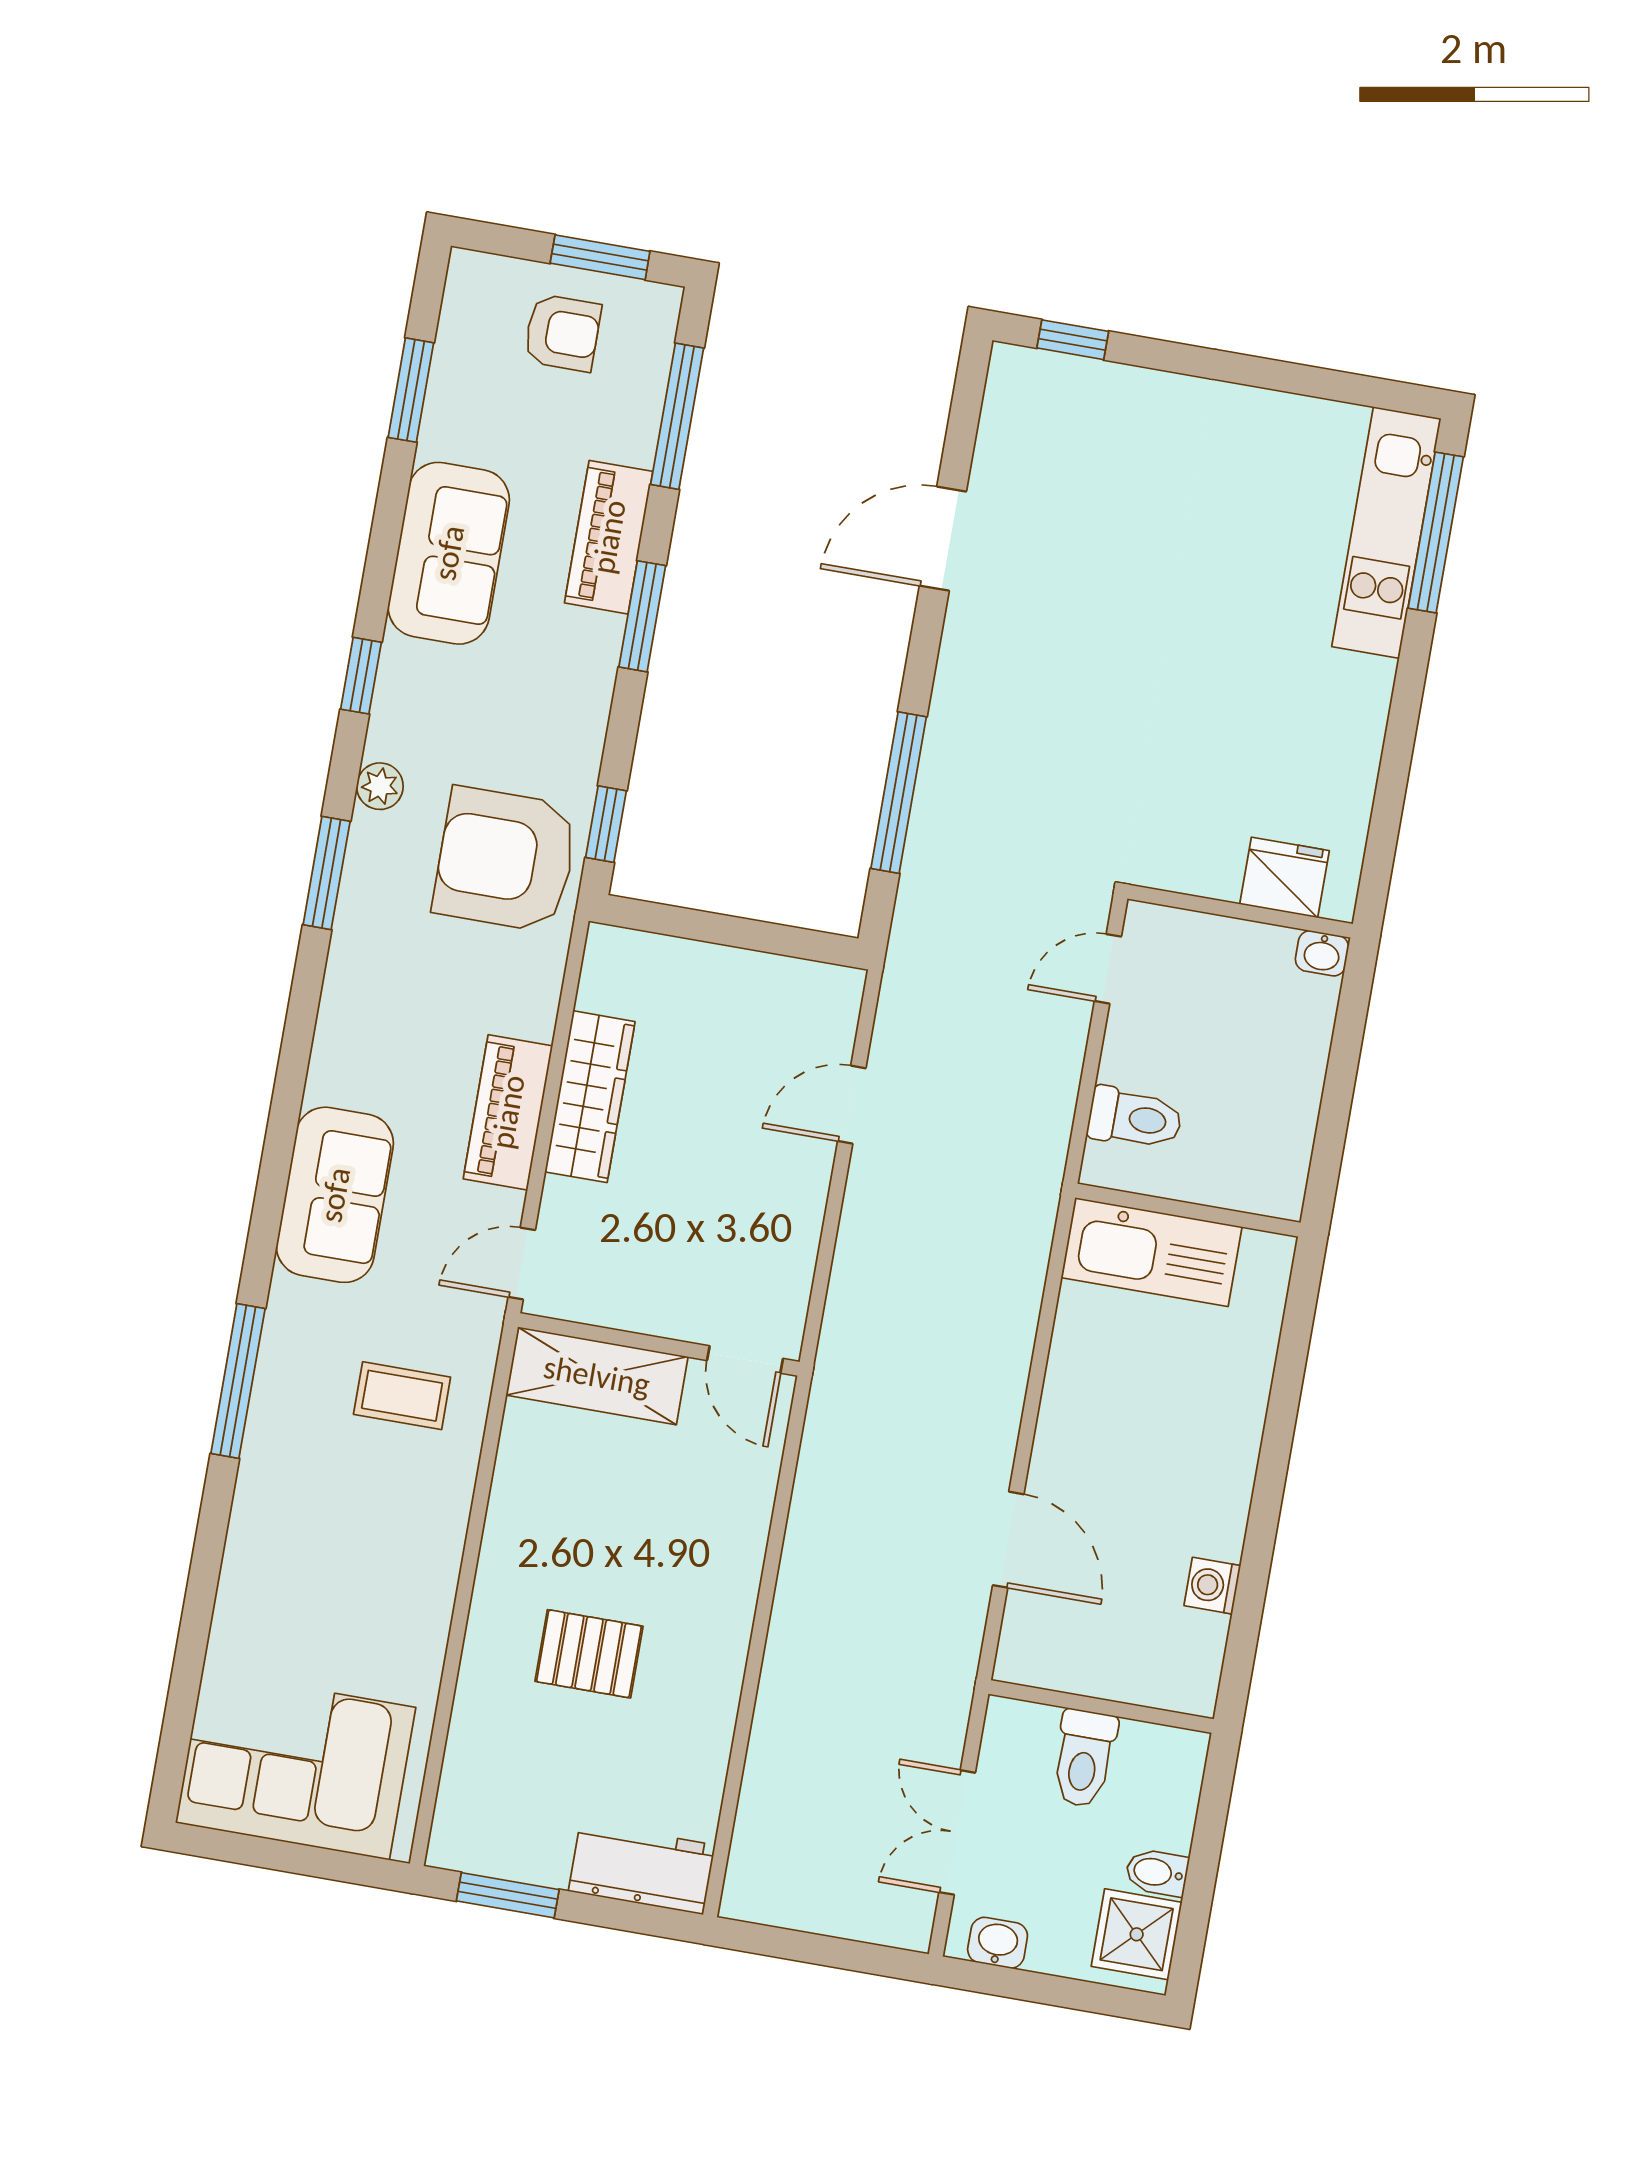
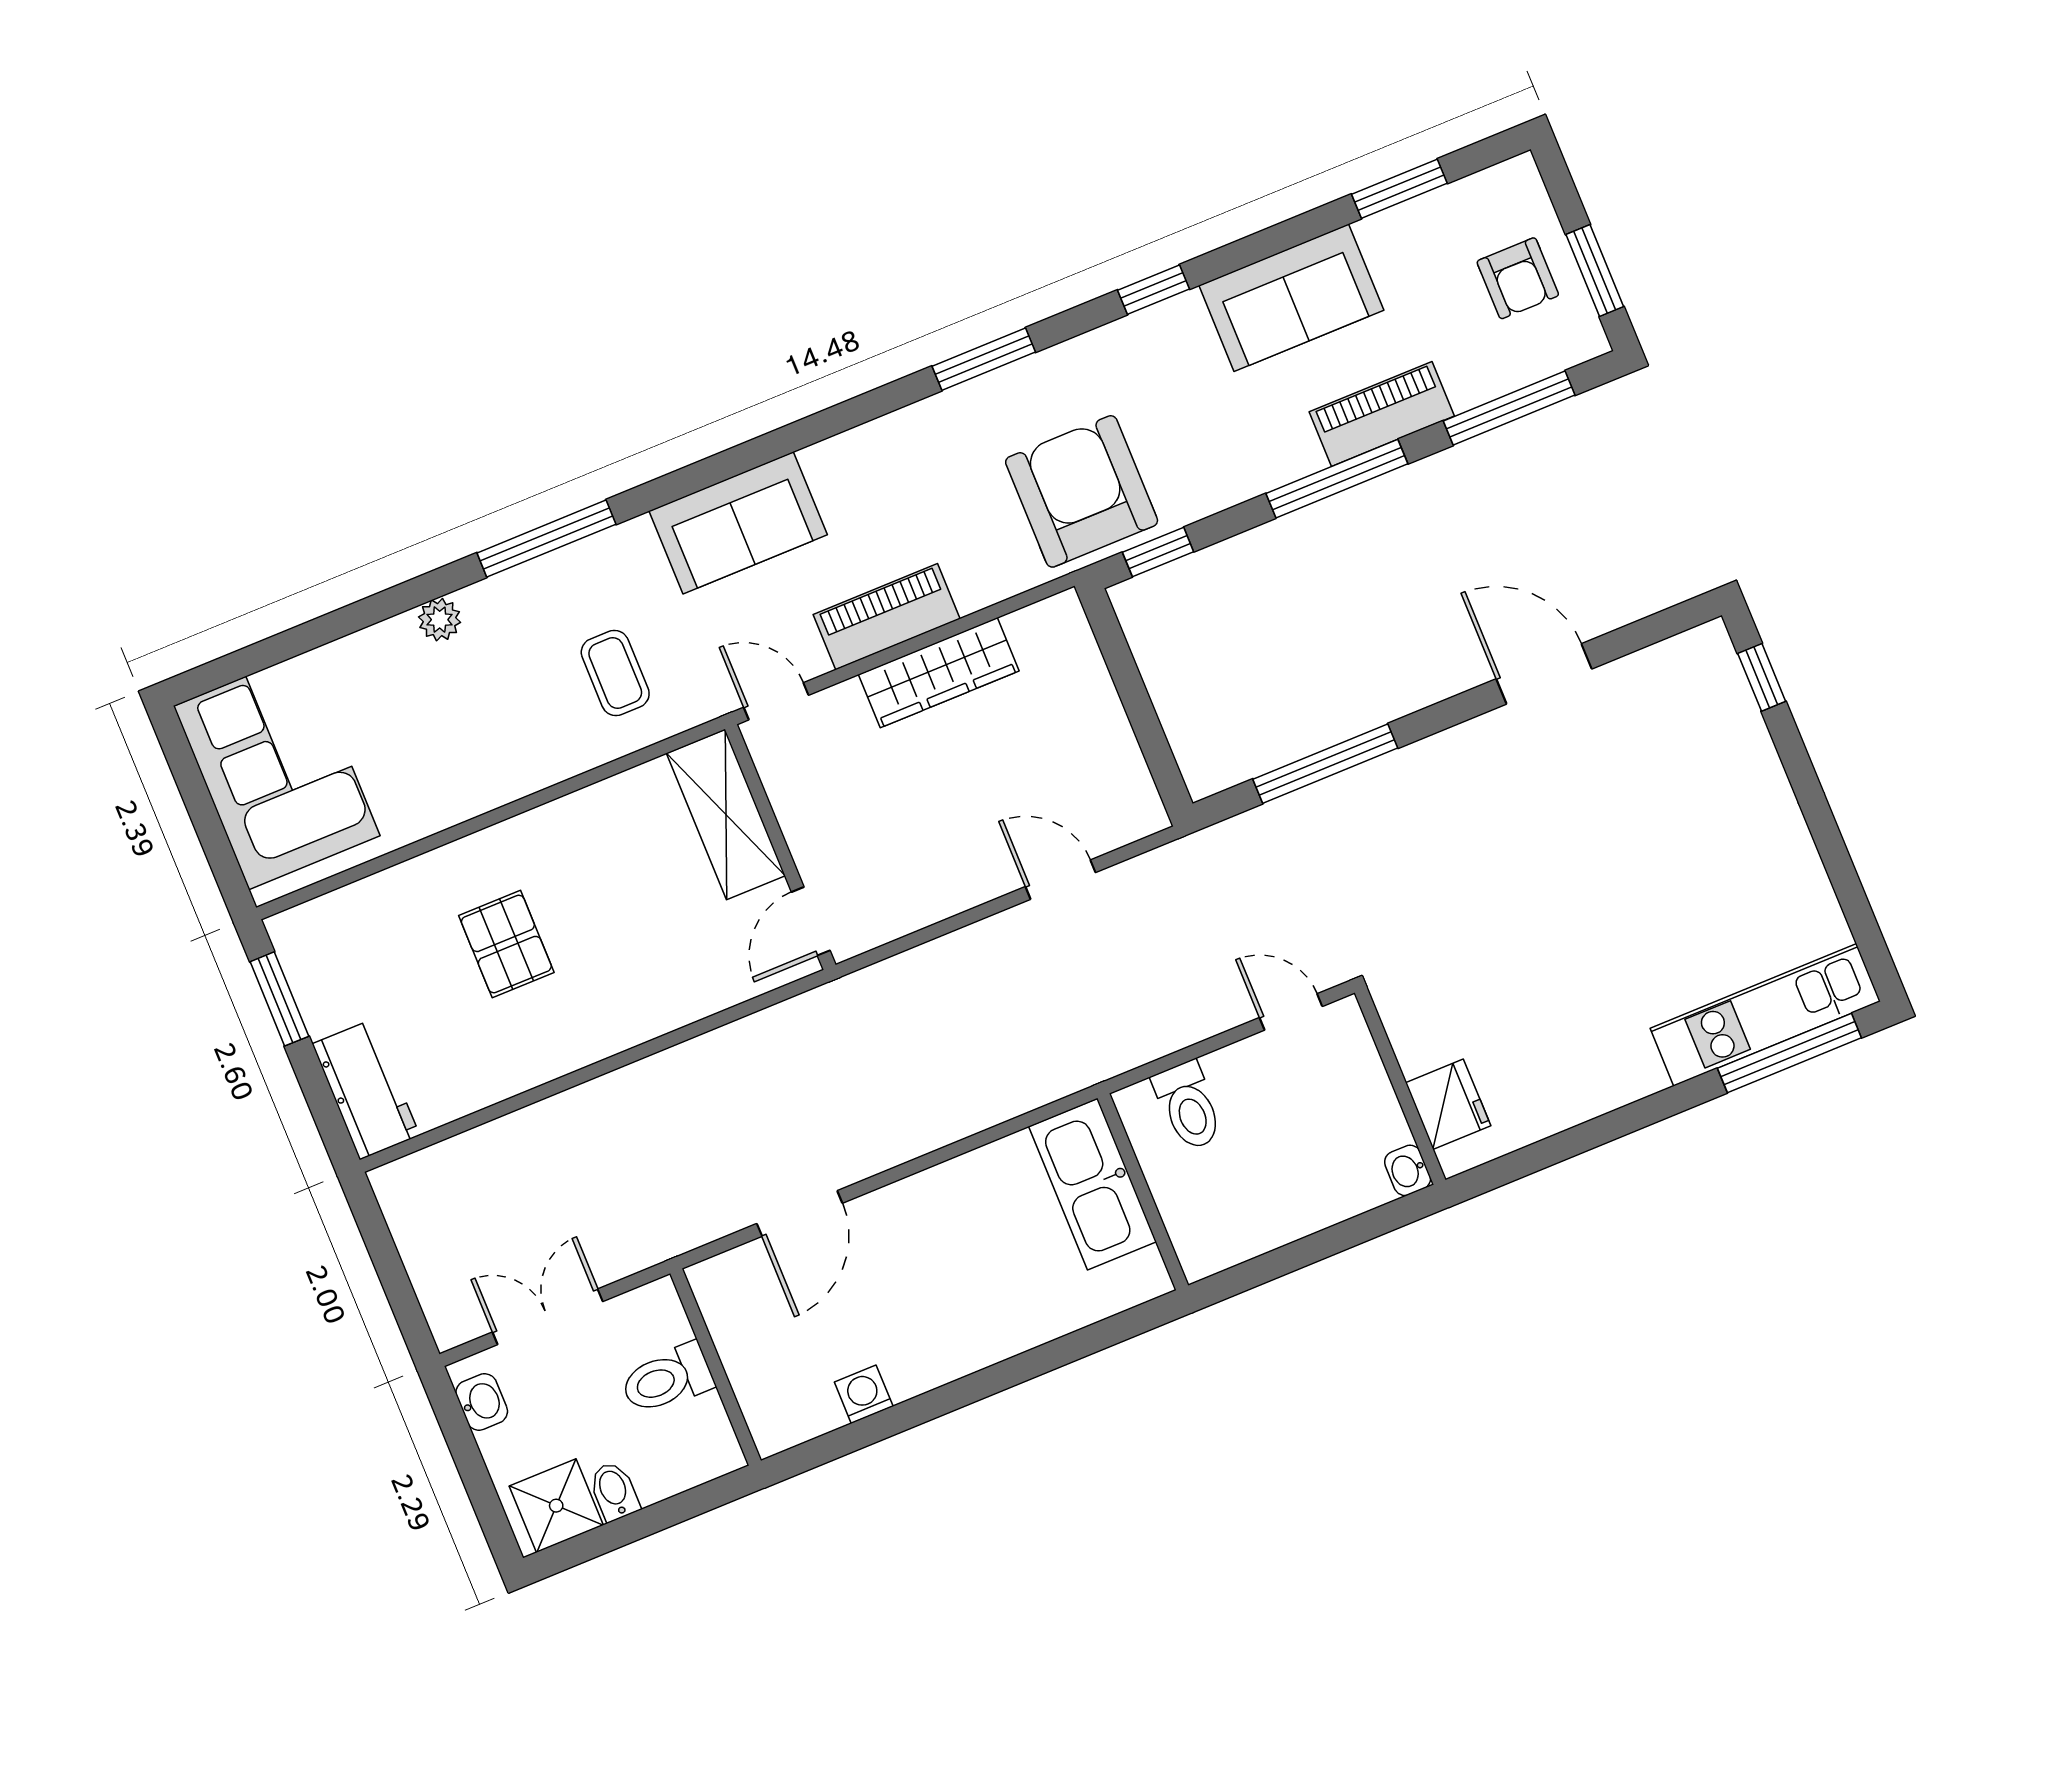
window: (642, 616) -> (1337, 479), width x1.44
plant: (380, 786) -> (440, 620), moved

